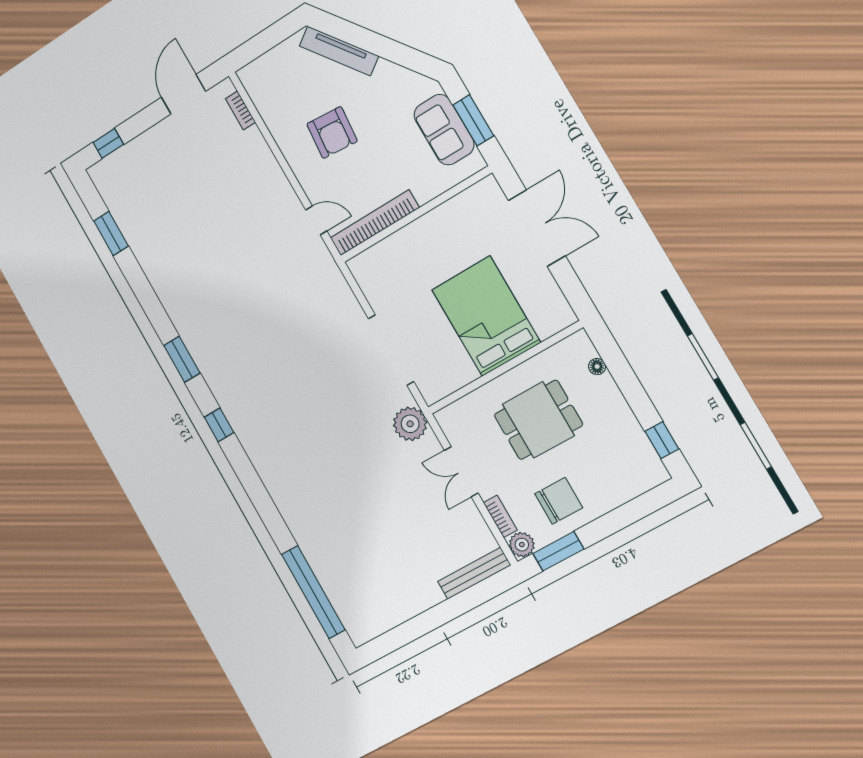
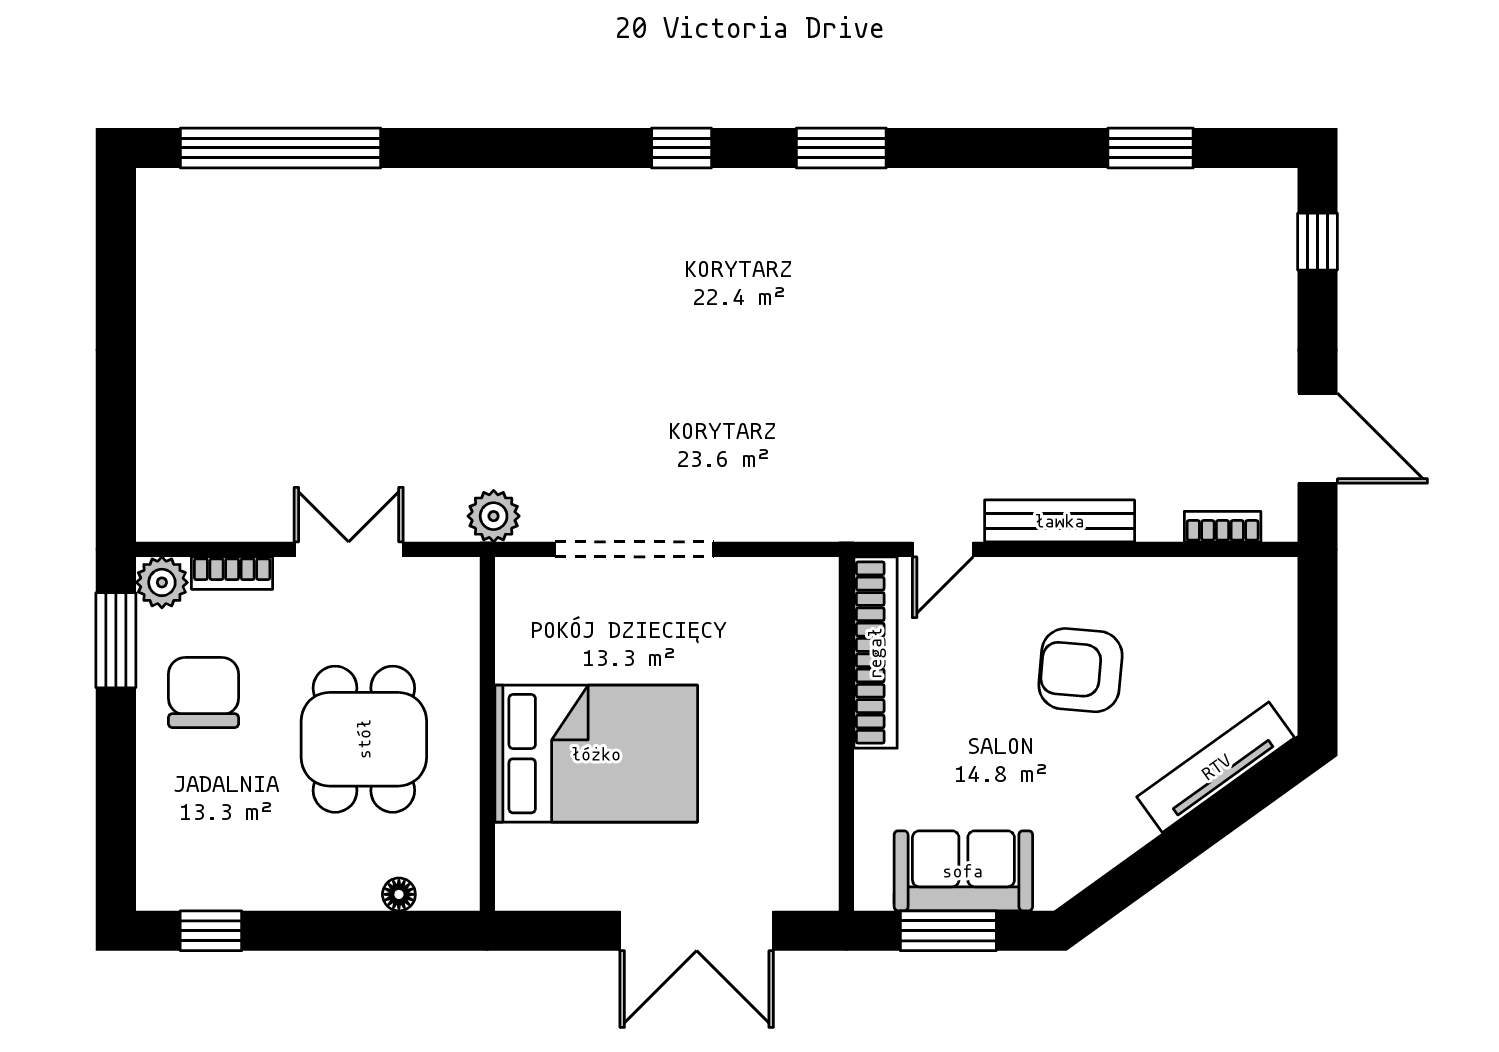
plant: (410, 424) -> (494, 516), width x0.73, depth x0.73
chair: (559, 501) -> (203, 692), turned 180
bench: (474, 573) -> (1060, 521), moved, turned 90

